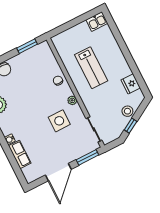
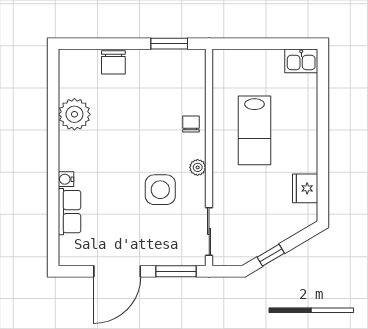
stool: (127, 111) -> (278, 230), removed

